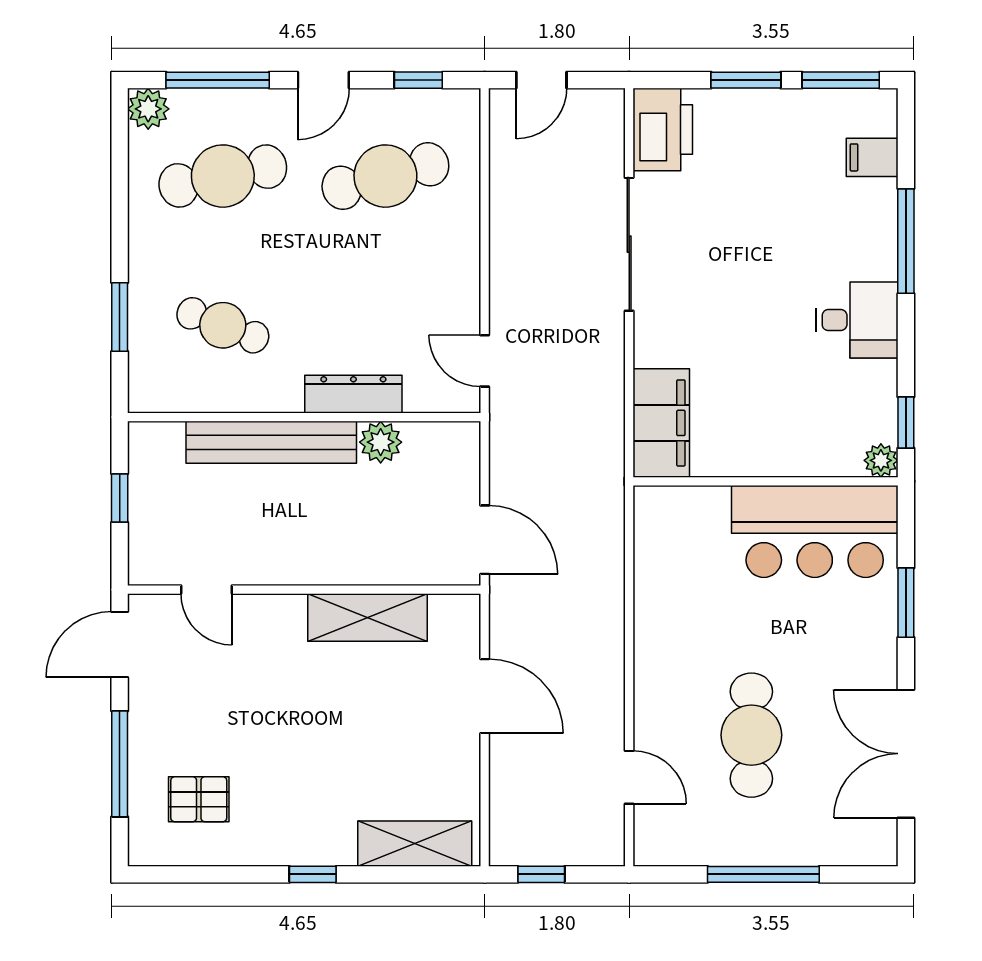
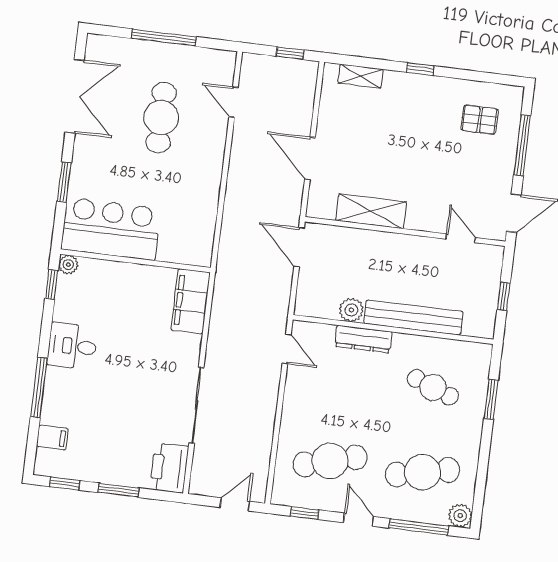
door: (323, 80) -> (359, 520), hinge flipped
window: (841, 80) -> (65, 484), width x0.67
shelving: (415, 844) -> (360, 76), width x0.67, depth x0.75

